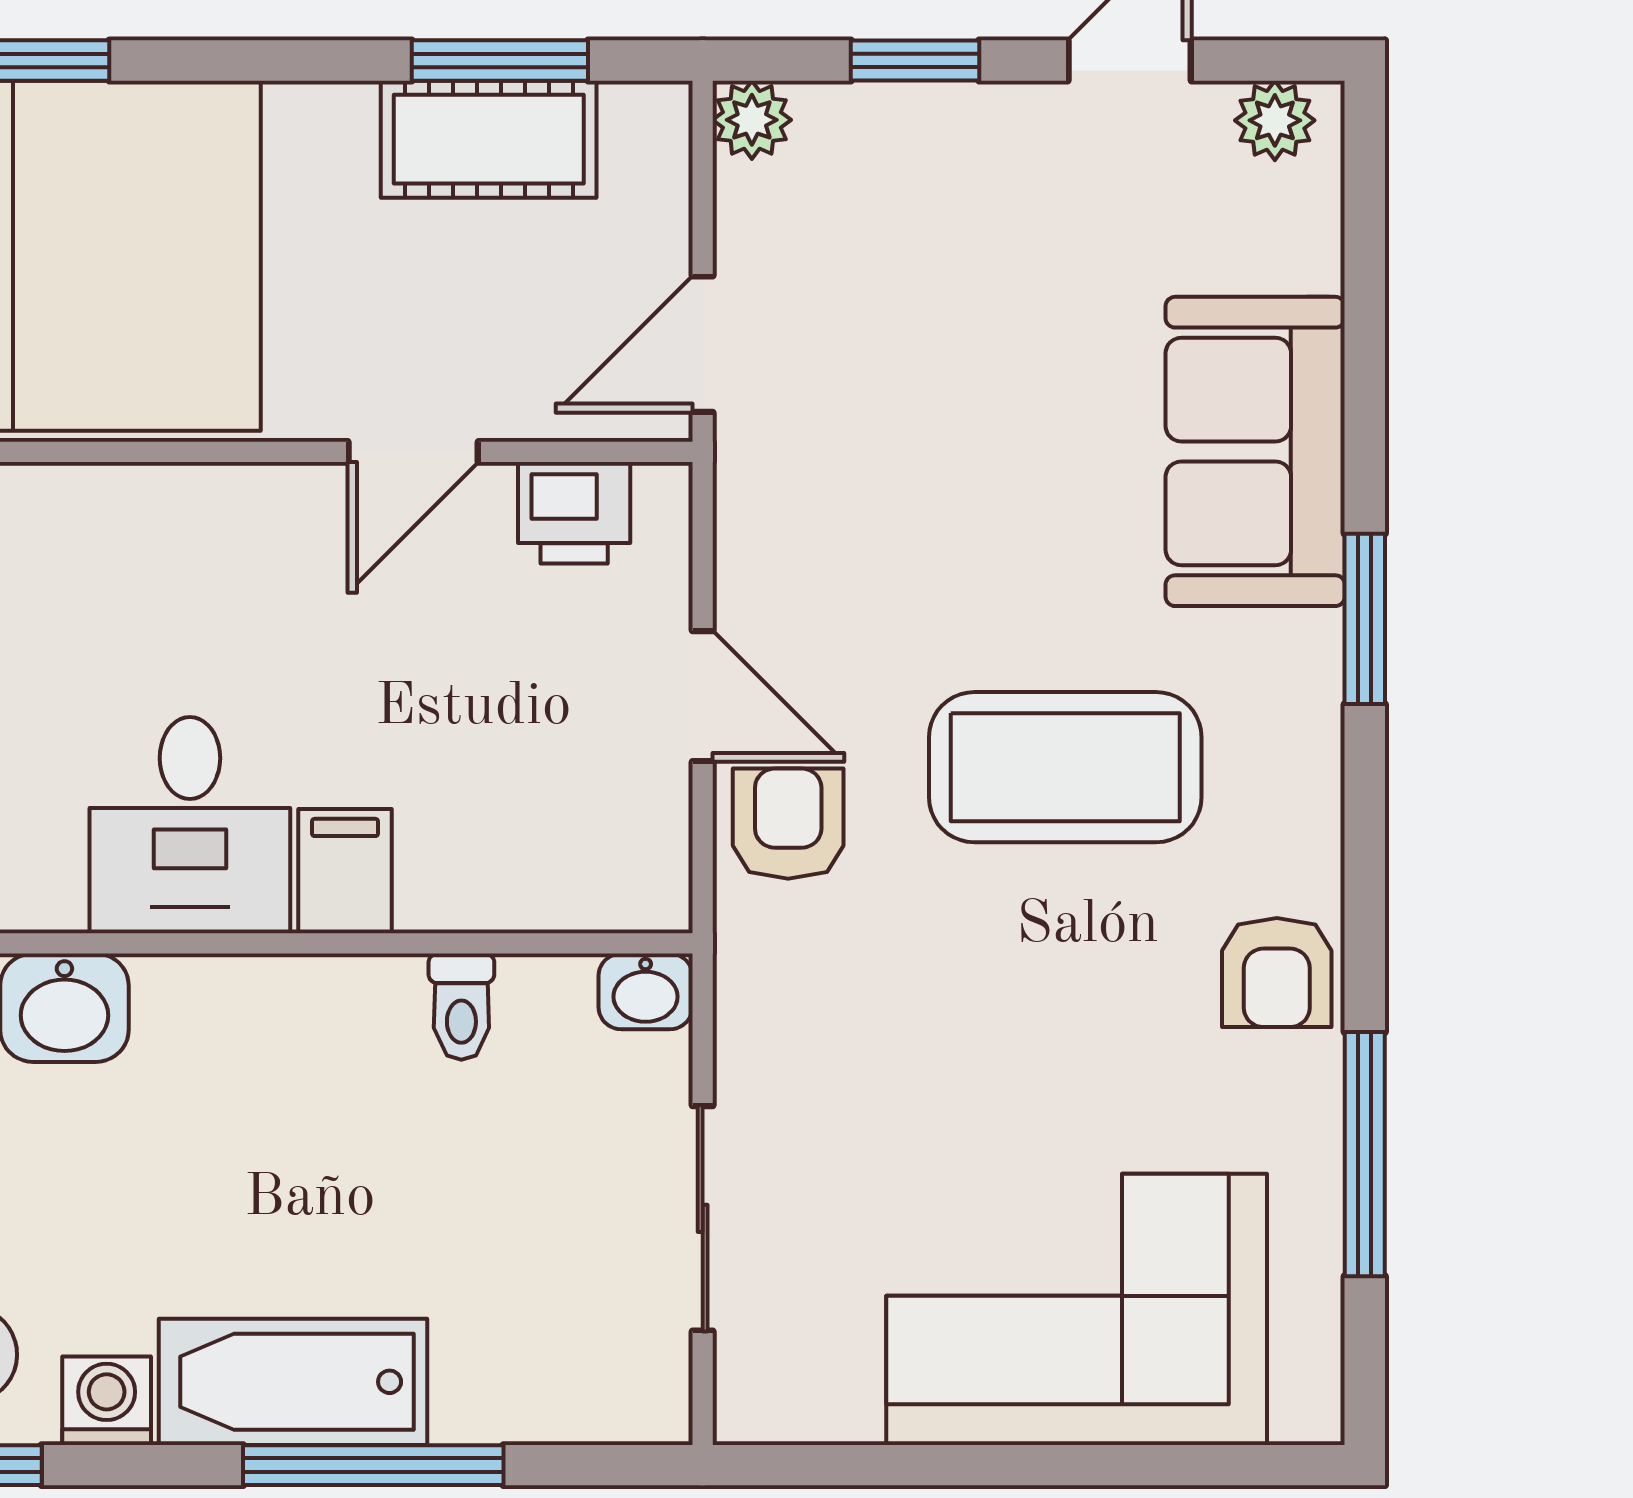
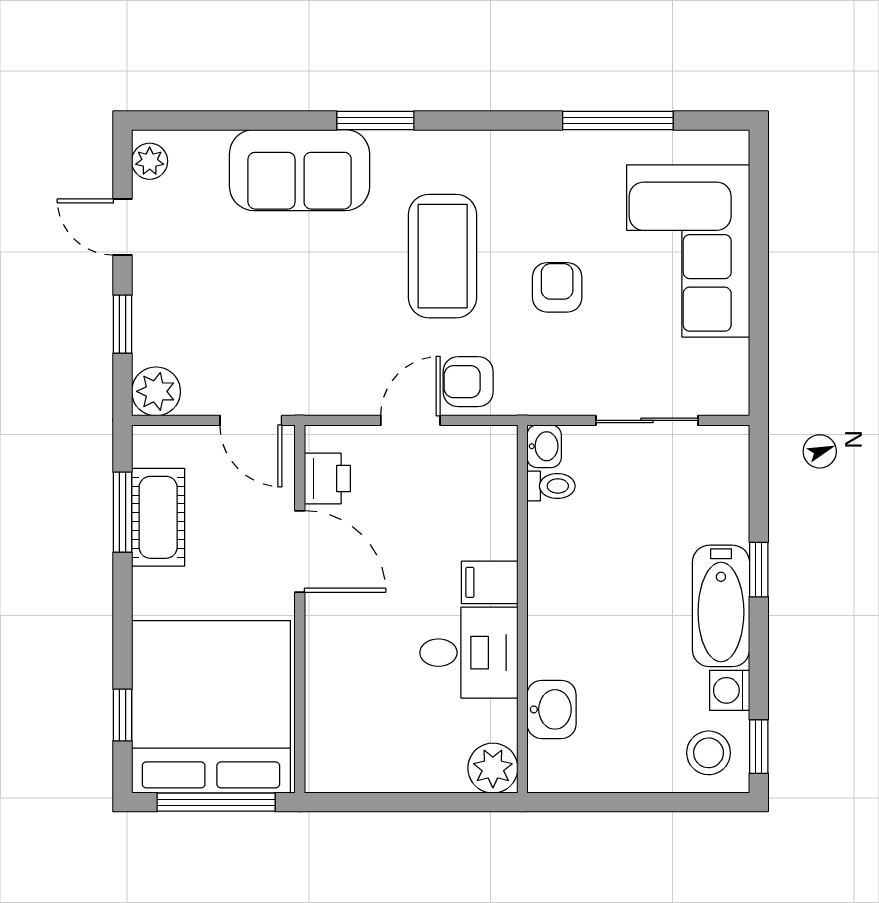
plant: (752, 120) -> (156, 391), width x1.38, depth x1.38
door: (413, 452) -> (300, 551), width x1.38
armchair: (1277, 973) -> (557, 287), moved, turned -90
toilet: (461, 1007) -> (551, 486), moved
window: (373, 1465) -> (759, 570), width x0.46

